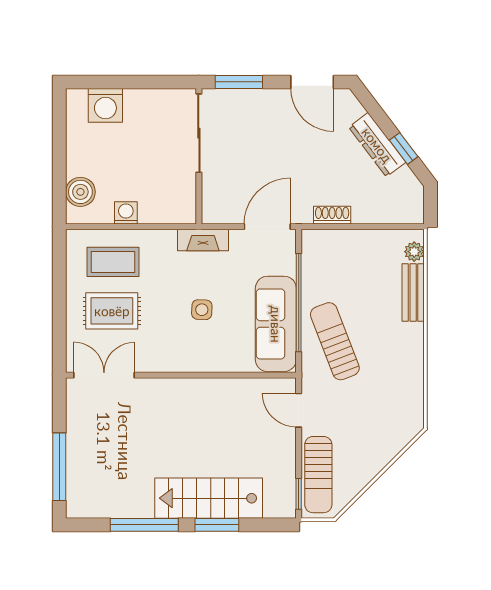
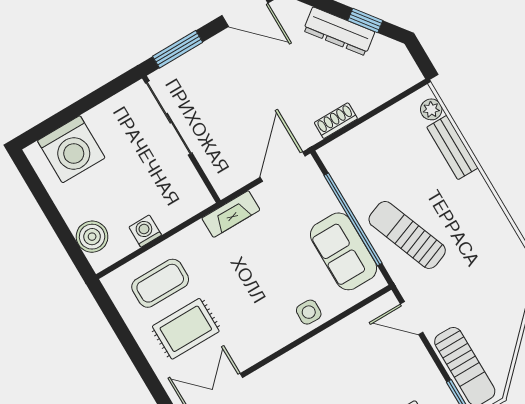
washing machine: (105, 105) -> (71, 149), width x1.37, depth x1.37
side table: (202, 310) -> (309, 312), moved
sofa: (276, 324) -> (344, 251), width x0.73

